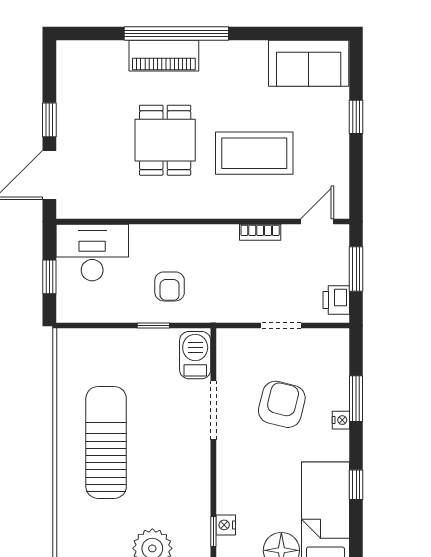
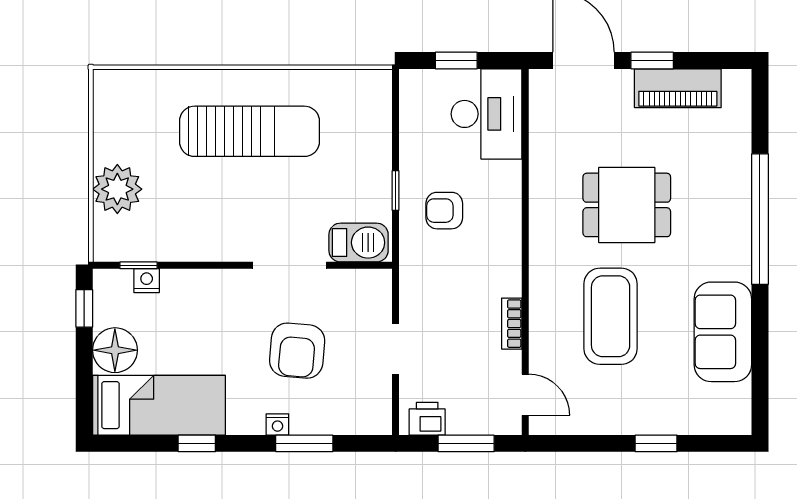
piano: (164, 56) -> (678, 88), moved, turned -90
sofa: (309, 63) -> (723, 332), moved
armchair: (282, 404) -> (297, 351), turned 81

